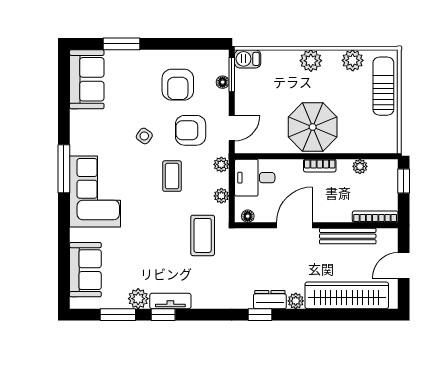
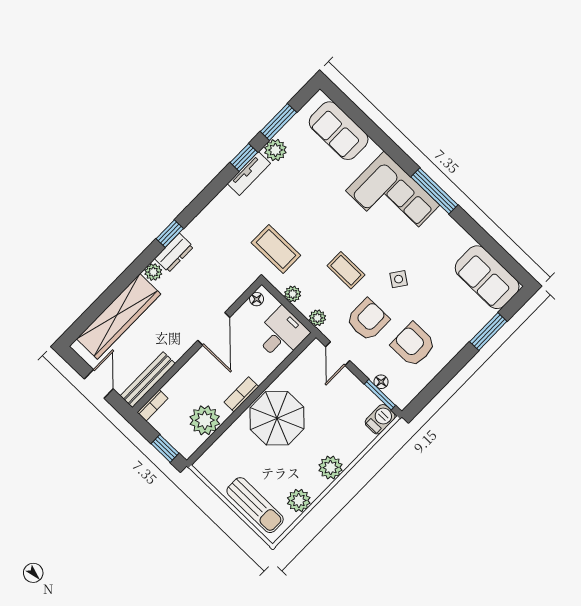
plant: (360, 166) -> (205, 420), width x1.88, depth x1.88
bookcase: (375, 217) -> (153, 405), width x0.64
bench: (348, 236) -> (148, 380), moved

